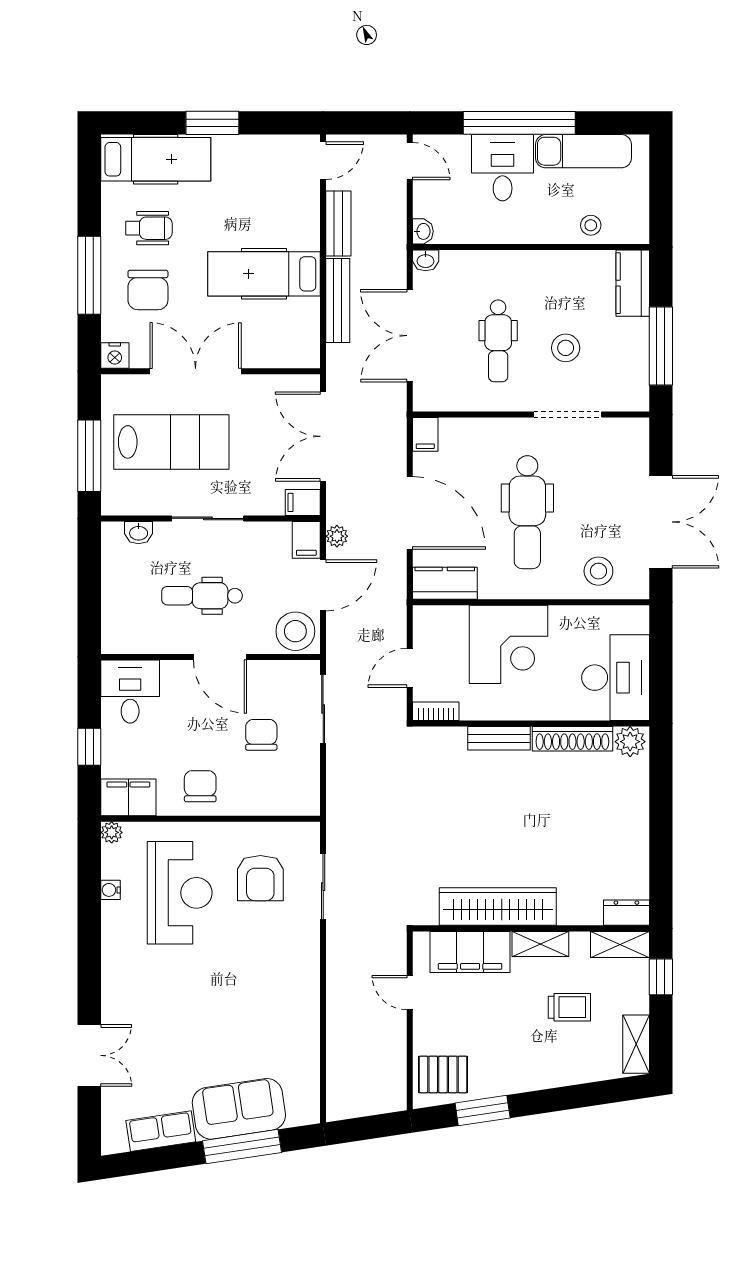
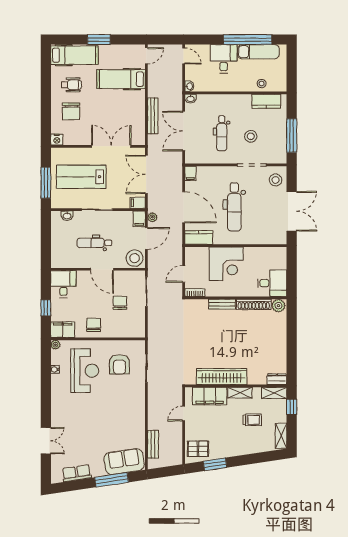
window: (519, 123) -> (248, 40), moved
bench: (338, 223) -> (153, 444), moved
hospital bed: (264, 274) -> (121, 79), moved
window: (89, 275) -> (46, 105), removed
kitchen counter: (633, 283) -> (266, 101), moved, turned -90
double door: (196, 371) -> (111, 146), moved
lab bench: (171, 442) -> (81, 177), turned 180
stool: (598, 571) -> (276, 180), moved
desk: (616, 678) -> (272, 283), width x0.73
door: (410, 993) -> (184, 414), hinge flipped
sofa: (239, 1109) -> (124, 462), moved

